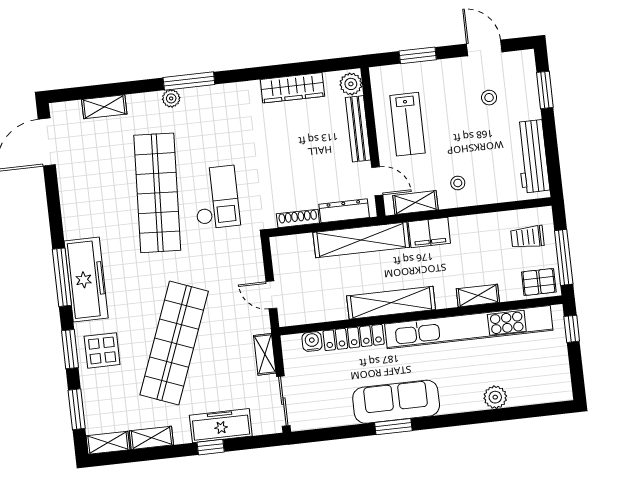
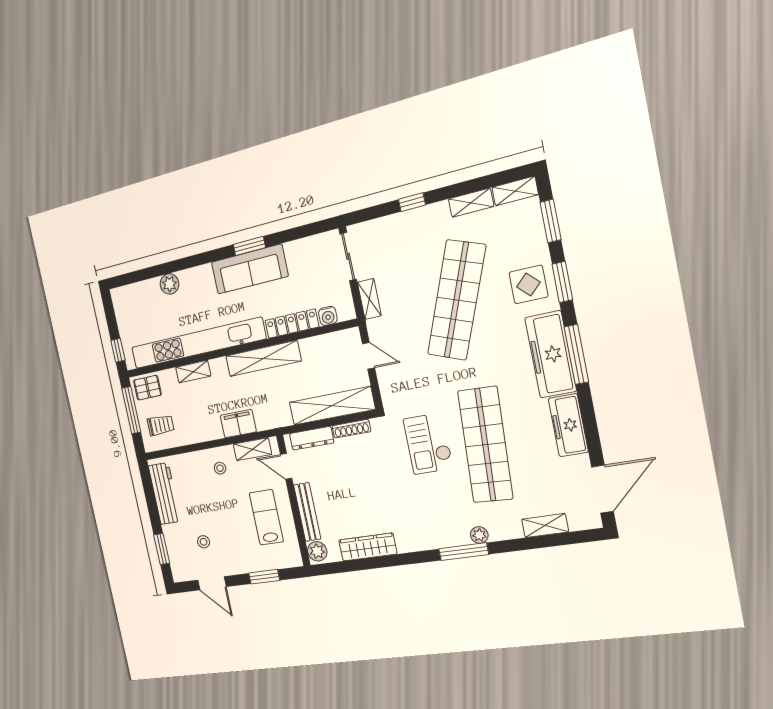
shelving: (361, 240) -> (332, 406), moved
freezer: (221, 426) -> (568, 425), moved, turned 90

